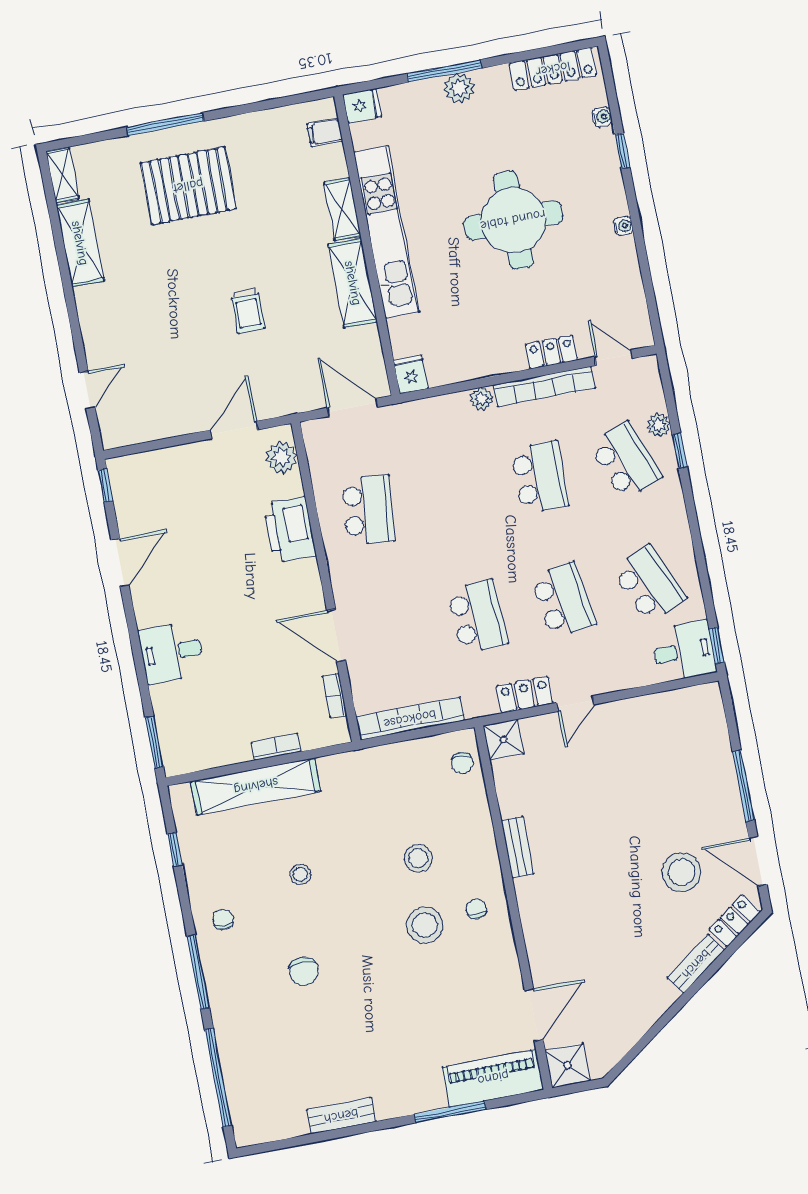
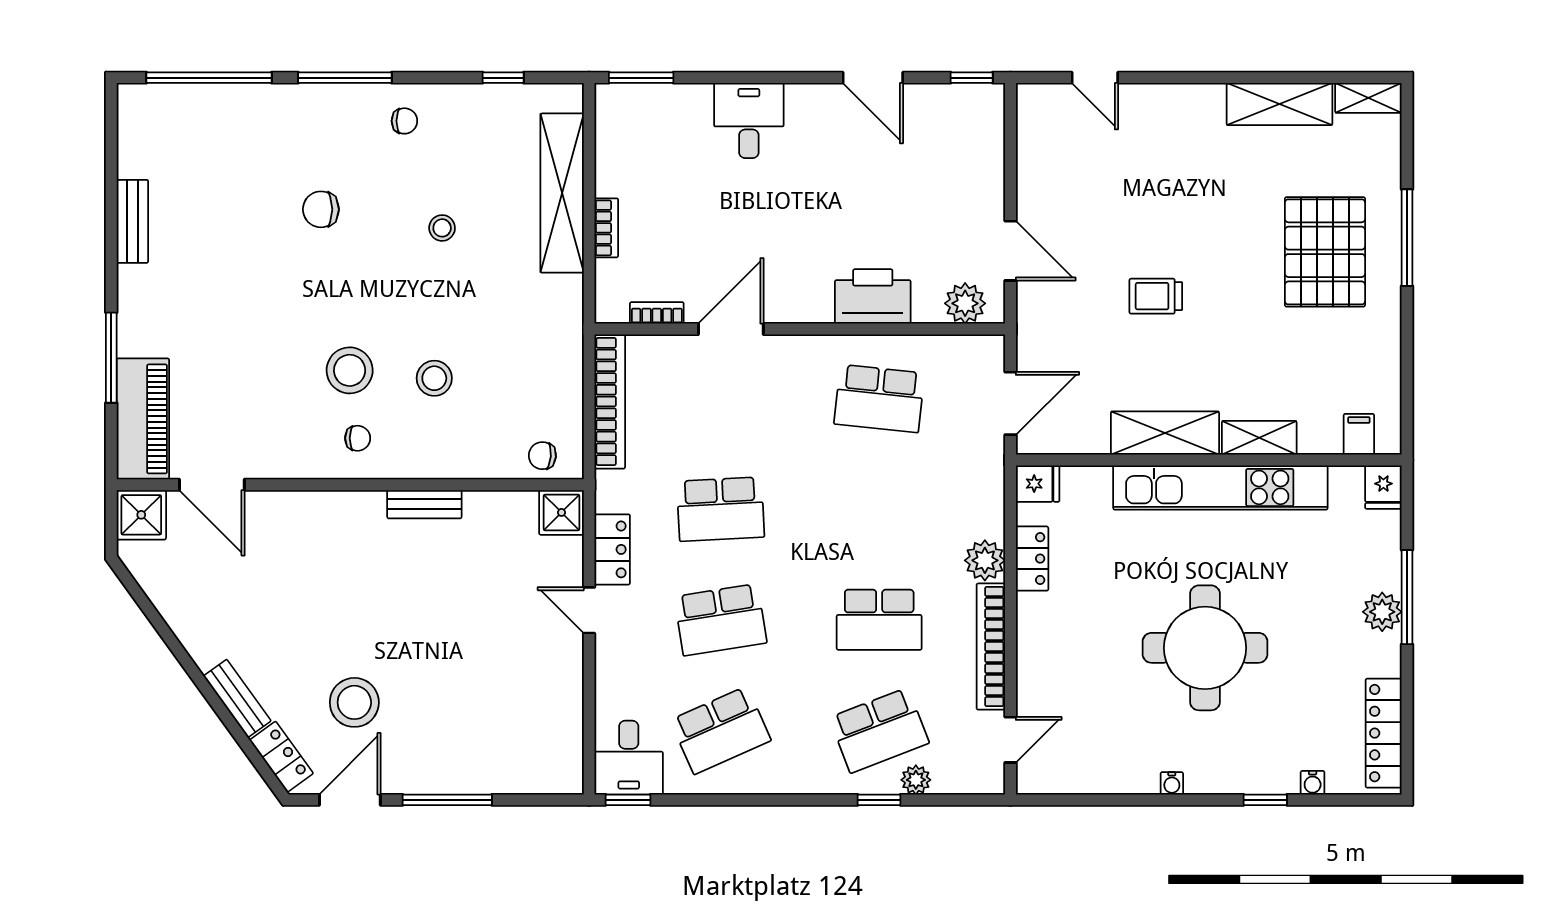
locker: (551, 352) -> (1032, 559), moved
plant: (482, 399) -> (985, 560), width x1.38, depth x1.38

